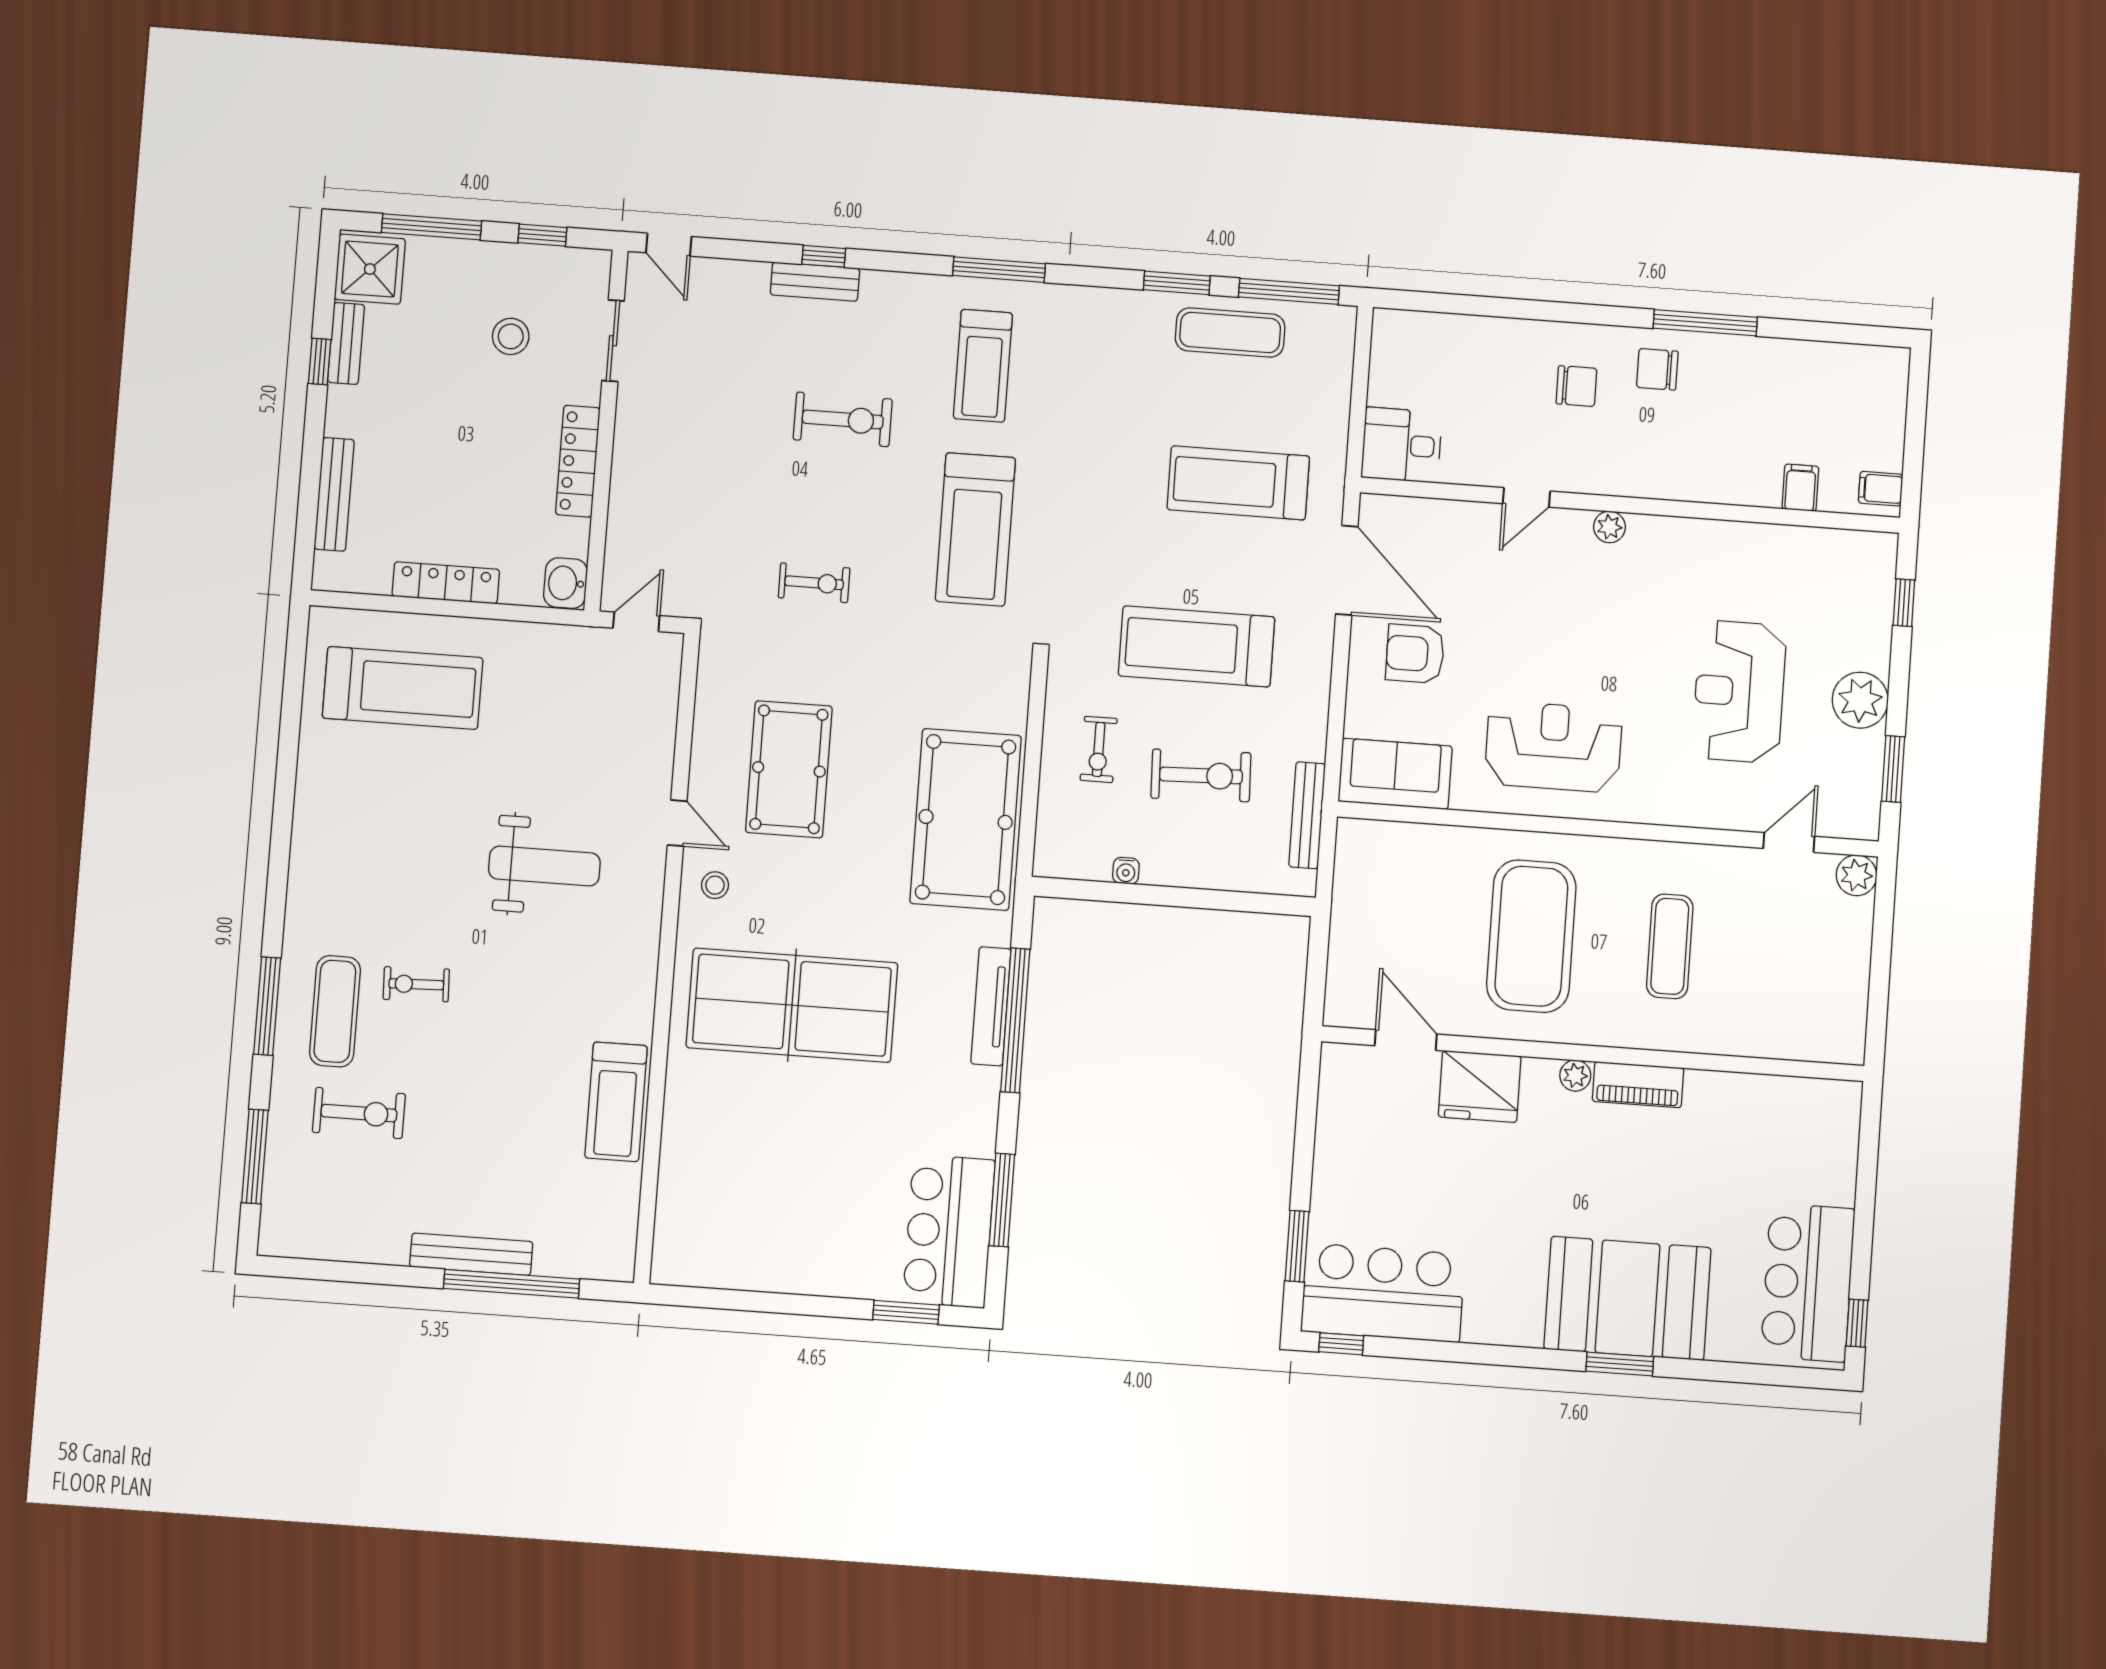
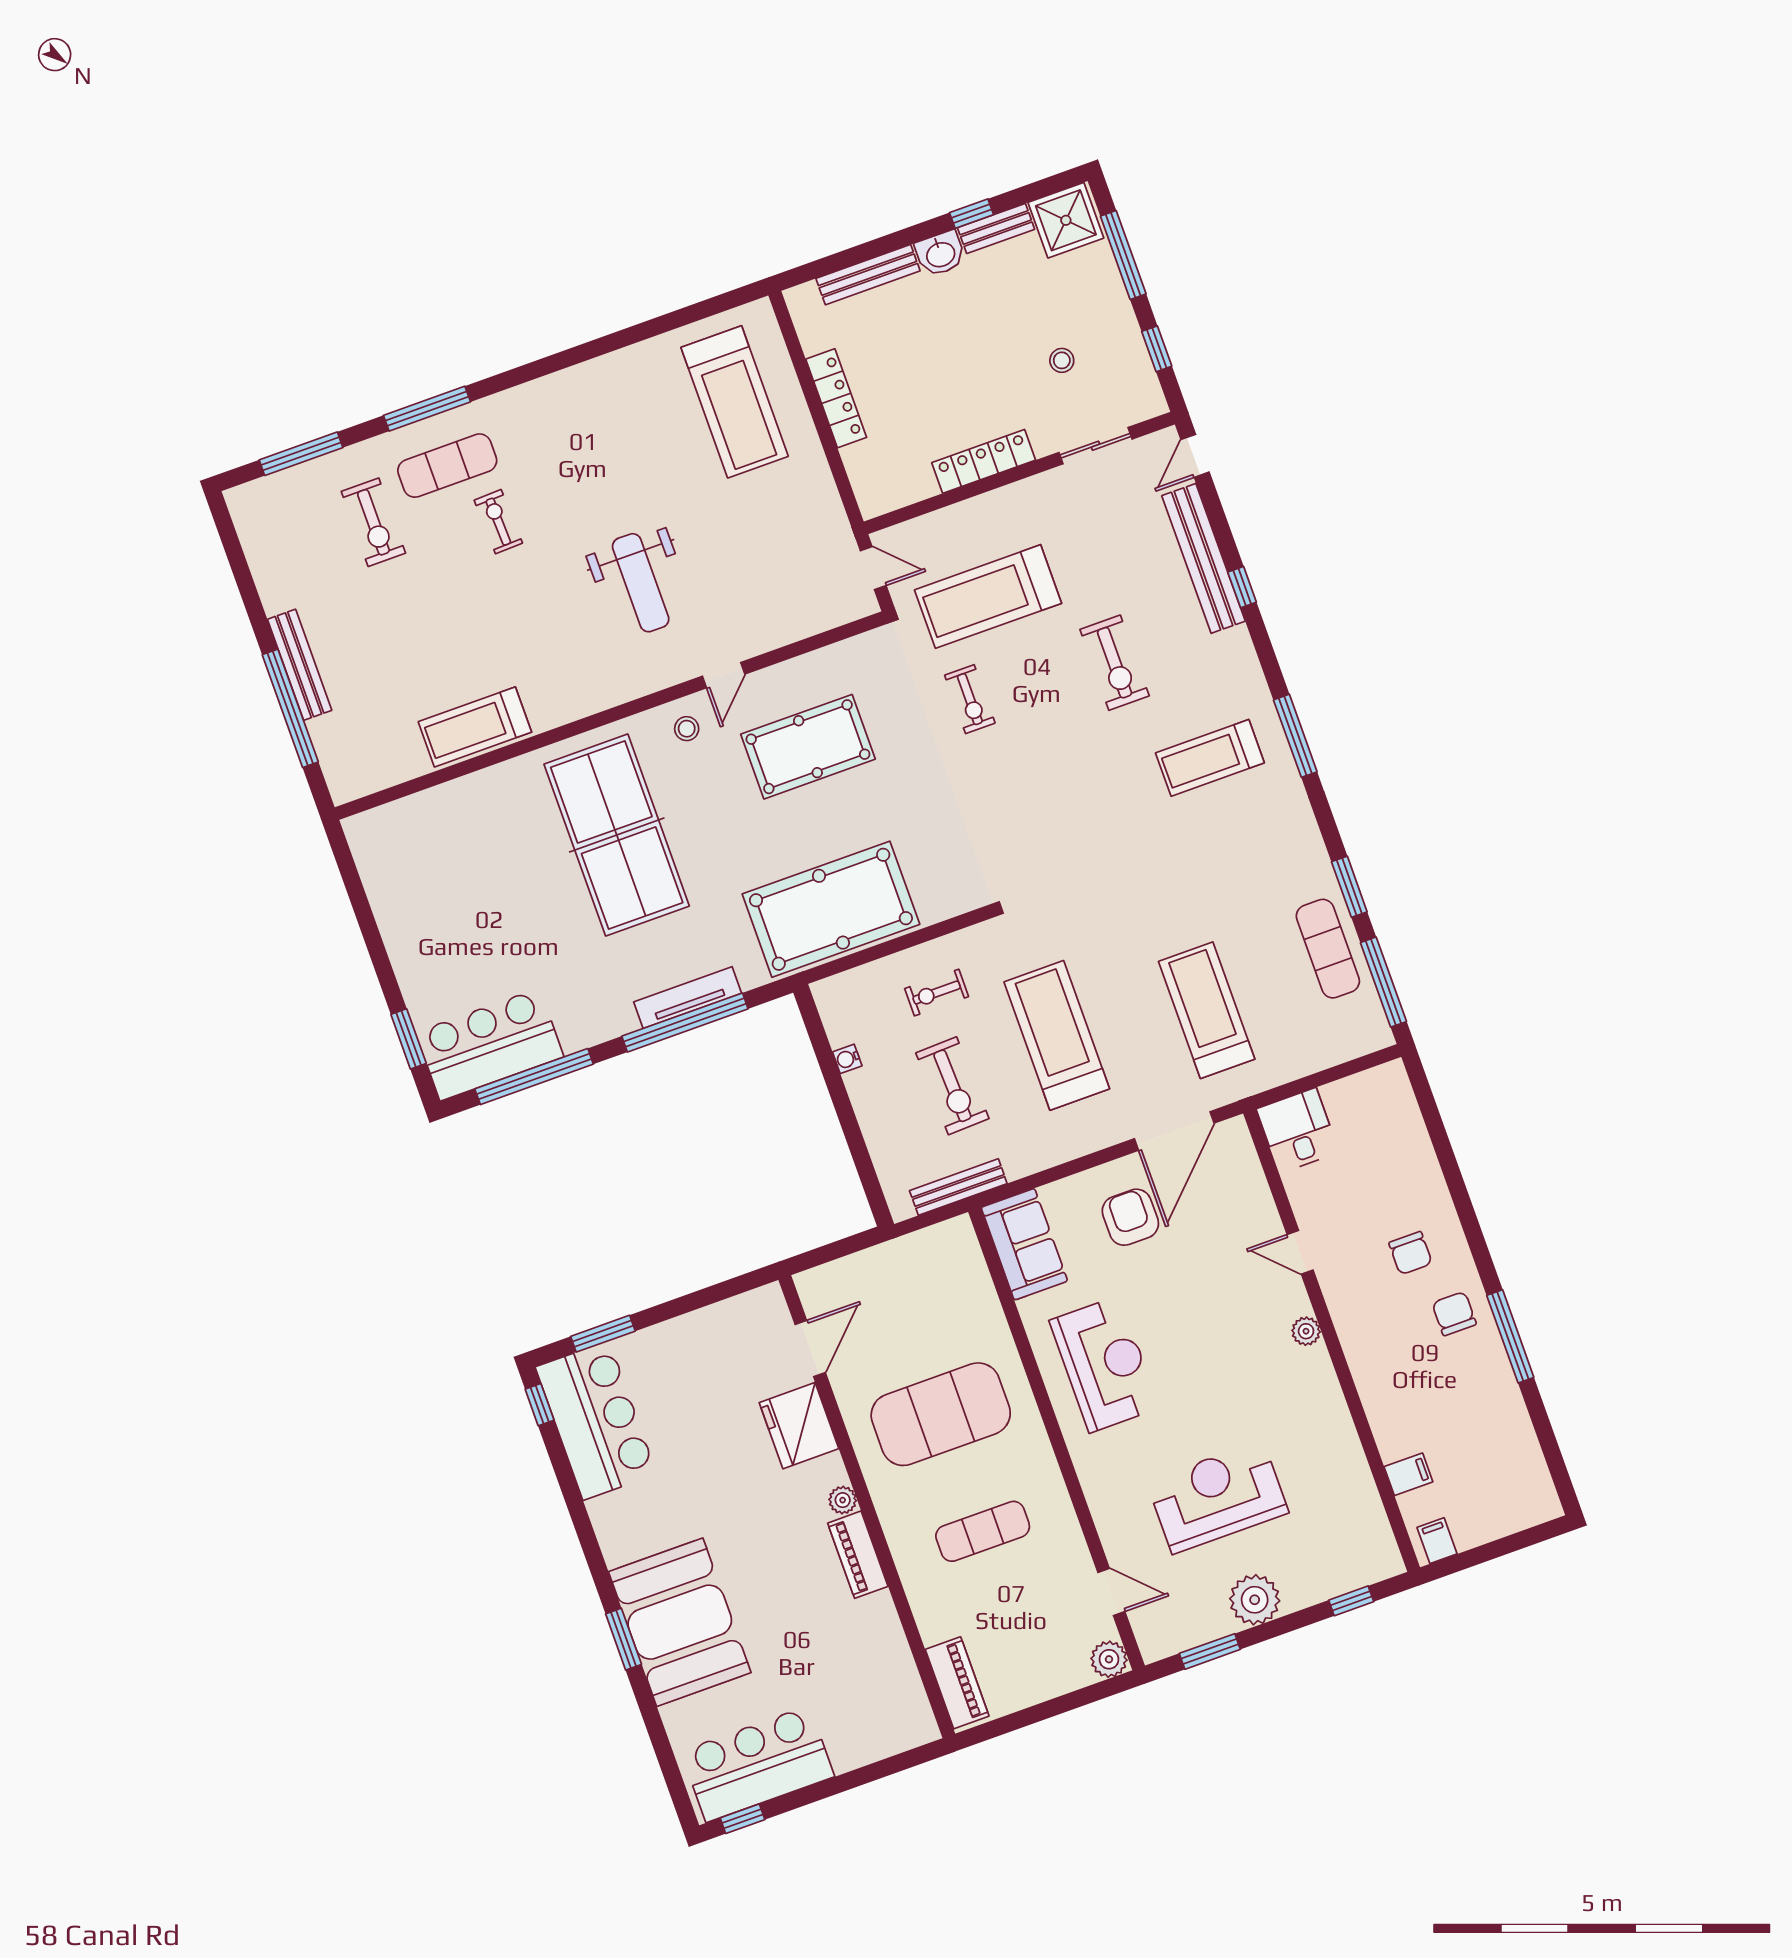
bench: (815, 282) -> (1204, 558), width x1.86, depth x1.21
stool: (511, 336) -> (1062, 360), width x0.73, depth x0.73
treadmill: (975, 529) -> (988, 597), moved
washbasin: (565, 583) -> (940, 254), moved, turned 180
piano: (1813, 1041) -> (957, 1683), added
window: (1002, 1200) -> (534, 1077), width x1.46

